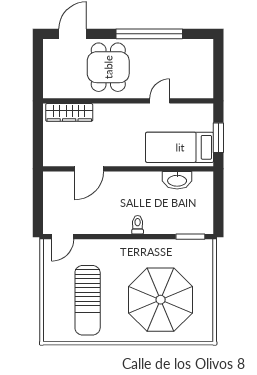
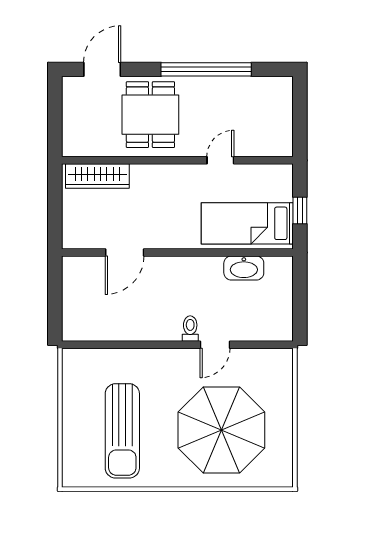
window: (218, 138) -> (300, 210), width x0.67
door: (63, 237) -> (215, 345), moved
window: (190, 237) -> (262, 345), removed

